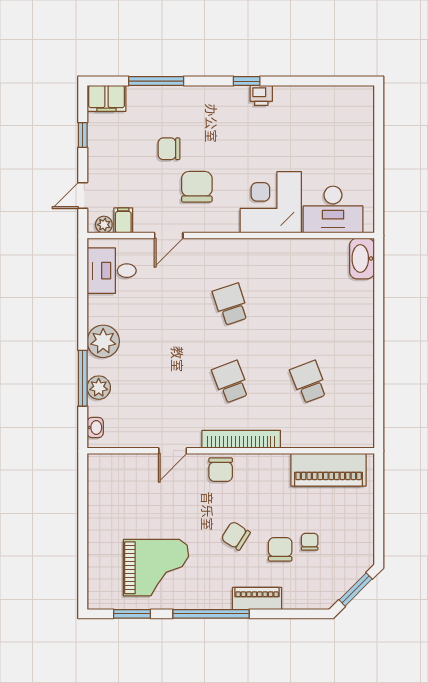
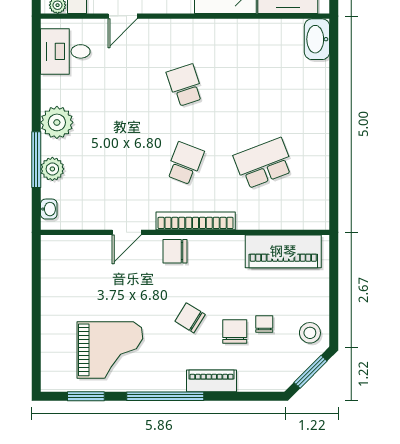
school desk: (231, 382) -> (185, 163), turned 42
school desk: (309, 382) -> (263, 163), width x1.85
chair: (221, 470) -> (175, 251), turned 90
stool: (355, 551) -> (310, 333), added

